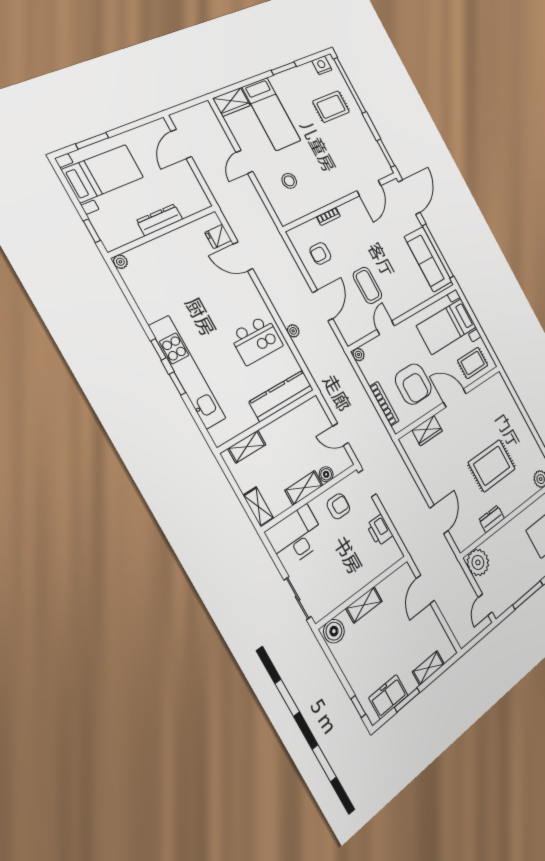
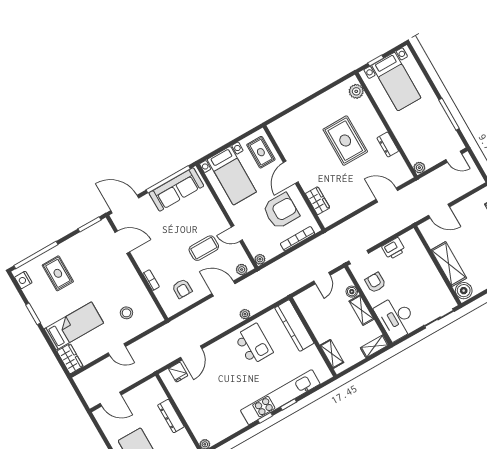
plant: (346, 331) -> (242, 270), added
plant: (478, 562) -> (419, 168), width x0.53, depth x0.53
shelving: (364, 605) -> (449, 264), width x1.50, depth x1.33

